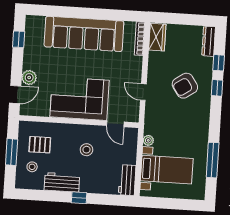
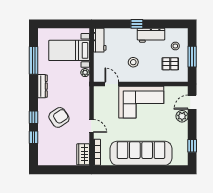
dresser: (209, 41) -> (42, 86), moved
door: (143, 92) -> (91, 126), moved

